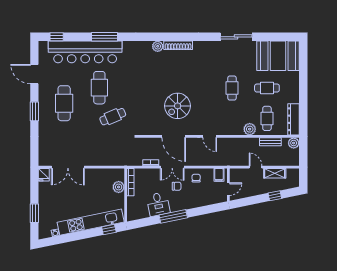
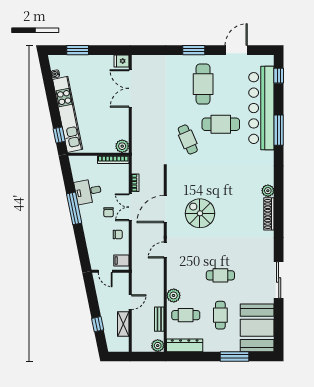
window: (303, 76) -> (235, 356), added
cafe table: (64, 103) -> (203, 84), turned 90
plant: (119, 187) -> (122, 146), moved

